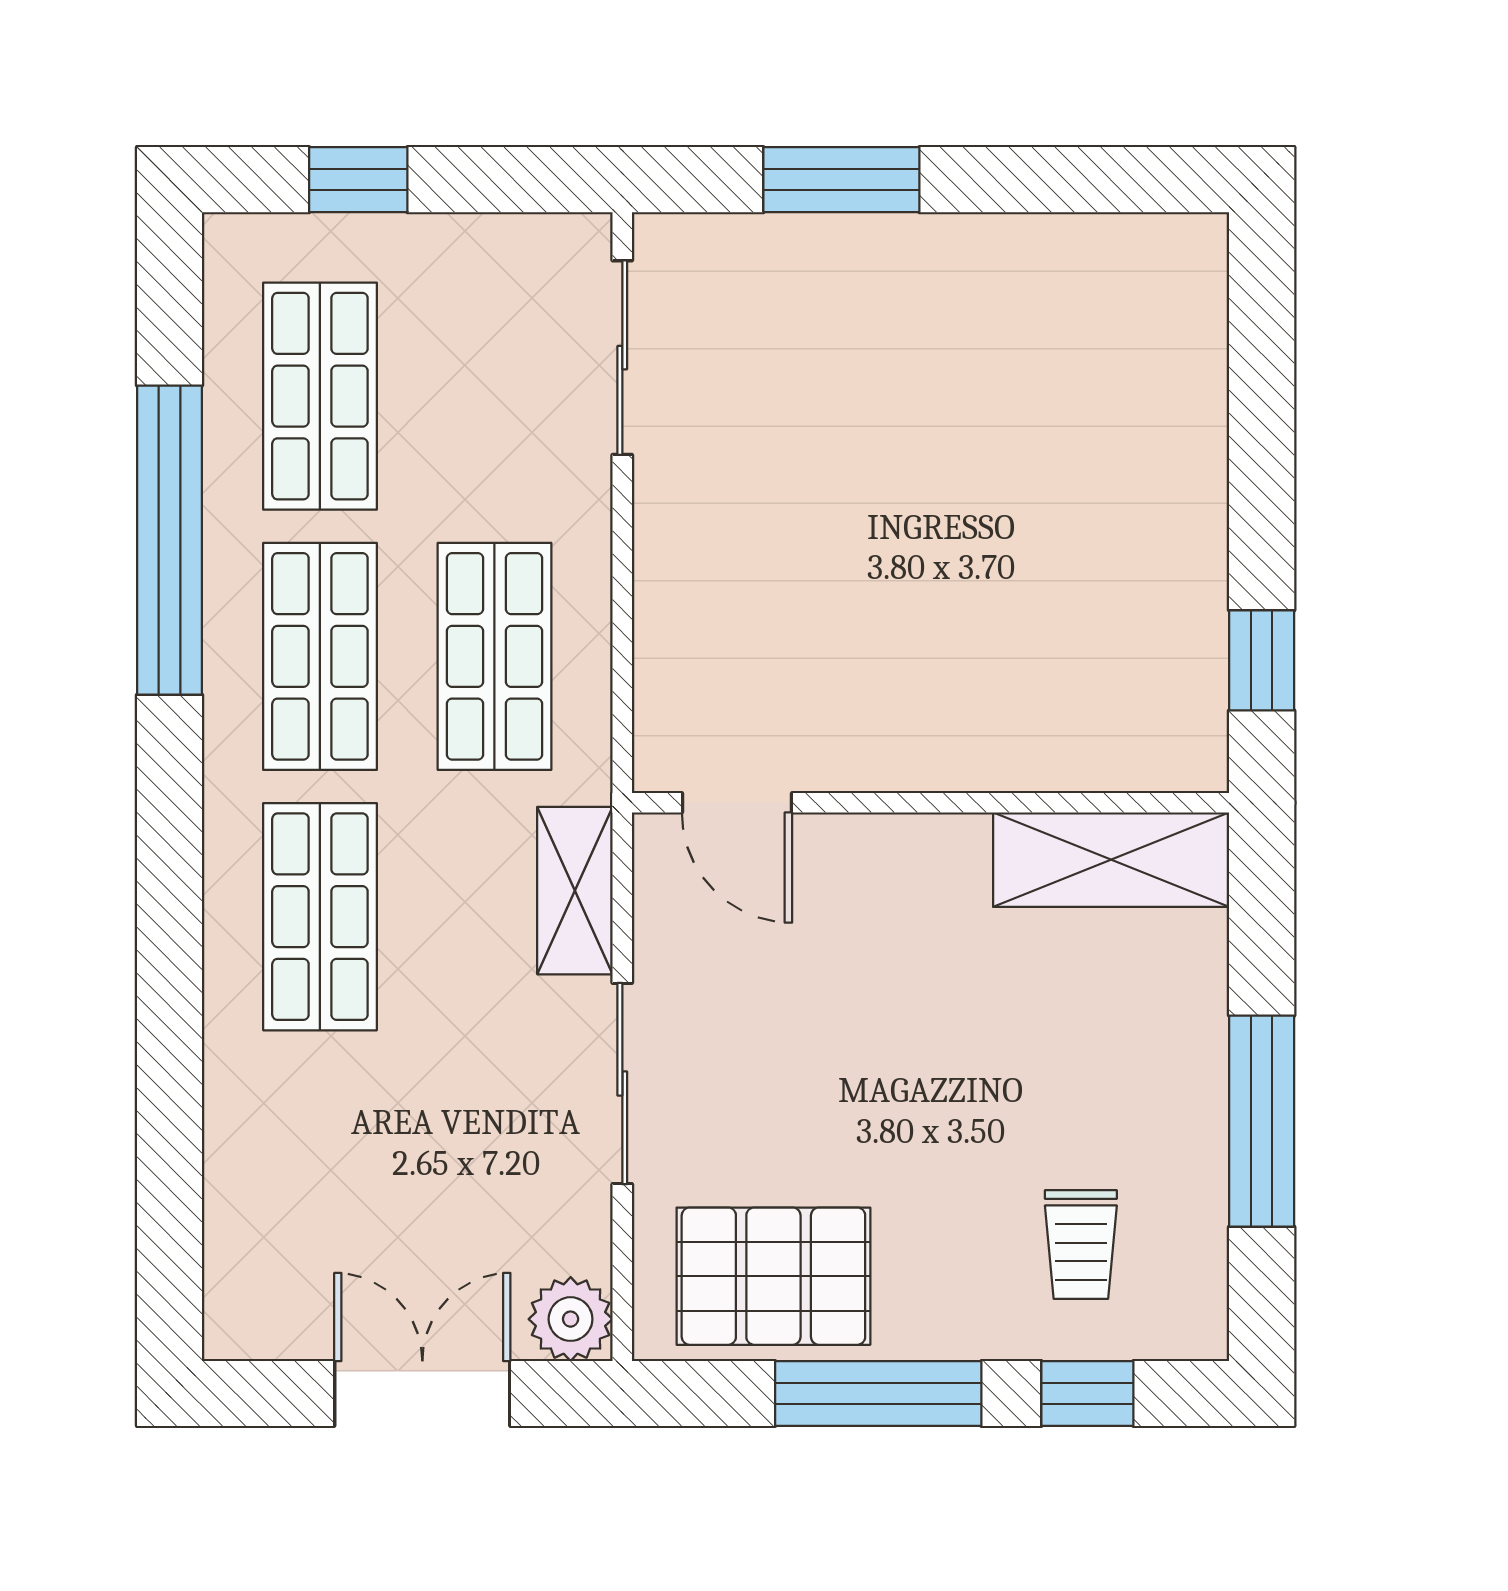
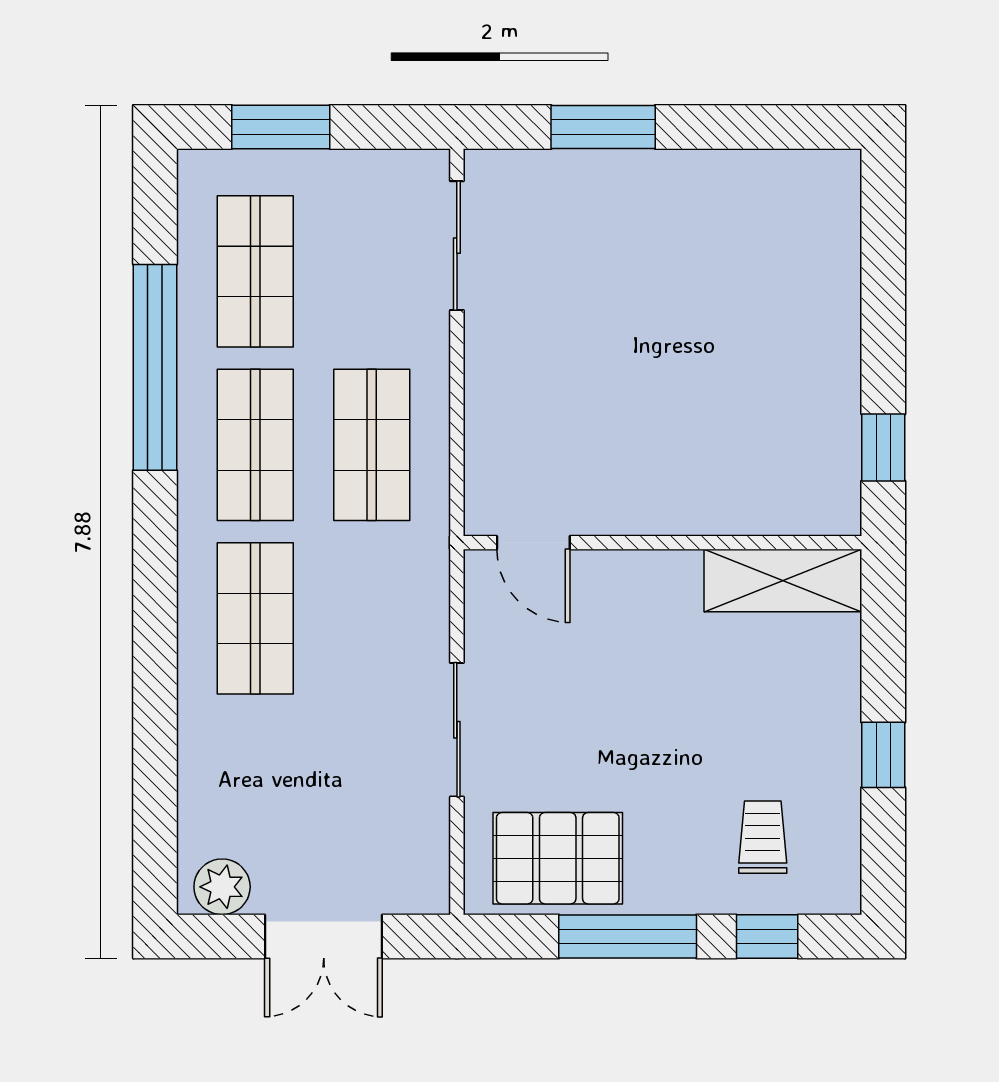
window: (358, 180) -> (281, 127), width x1.50
shelving: (575, 891) -> (425, 601), removed
window: (1262, 1121) -> (883, 755), width x0.46
trolley: (1081, 1244) -> (763, 837), turned 180
plant: (571, 1319) -> (222, 887), moved
double door: (422, 1393) -> (324, 936), swing flipped

